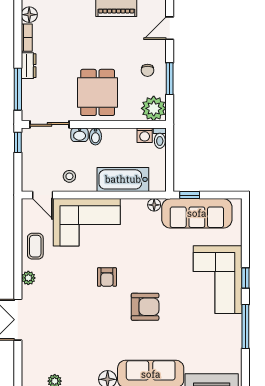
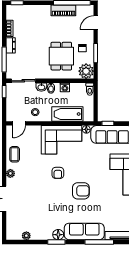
floor lamp: (29, 15) -> (11, 15), removed
dining table: (98, 92) -> (61, 56), moved
washing machine: (145, 135) -> (65, 87), moved
door: (43, 195) -> (19, 123), hinge flipped
corner sofa: (87, 222) -> (61, 140), moved

